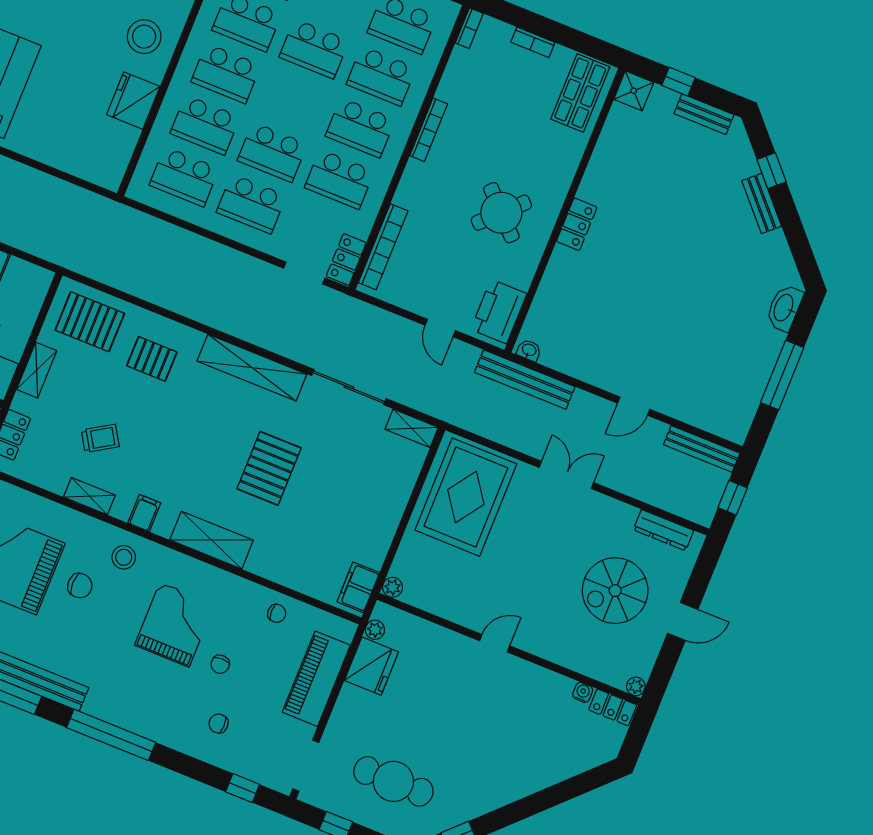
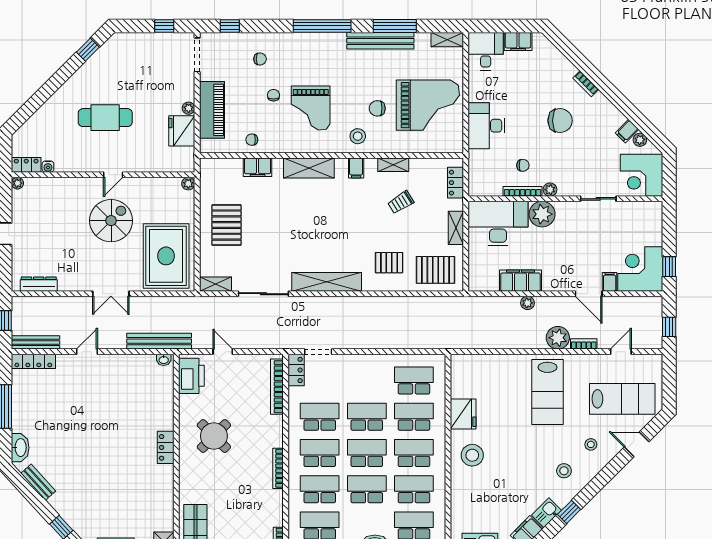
bench: (762, 203) -> (38, 482), moved
school desk: (251, 204) -> (367, 453), moved
locker: (716, 423) -> (33, 361), added
pallet: (269, 468) -> (226, 225), moved
filing cabinet: (358, 587) -> (258, 167), moved, turned 90
spiral stairs: (615, 591) -> (111, 221), moved
plant: (375, 630) -> (189, 108), moved
cafe table: (393, 781) -> (105, 118), moved

